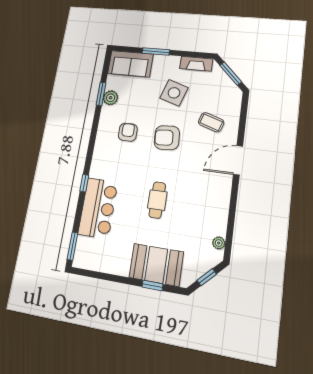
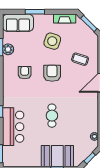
armchair: (167, 138) -> (52, 73), turned 94

